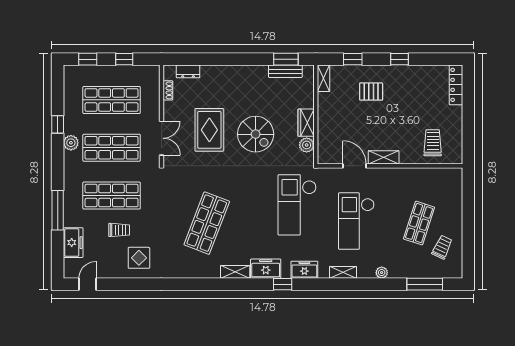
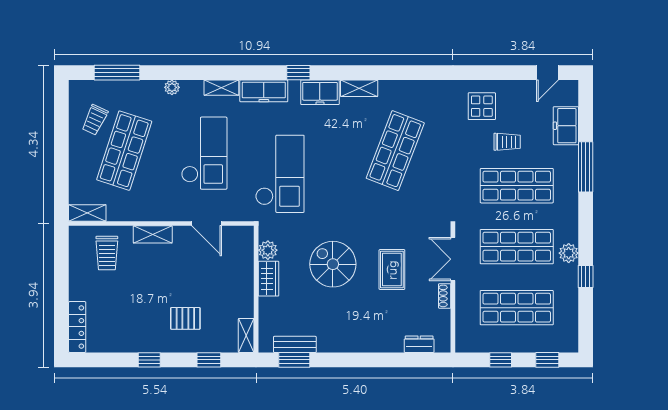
shoe rack: (168, 90) -> (445, 296), moved
rug: (209, 130) -> (392, 270), width x0.73, depth x0.70
shelving: (384, 157) -> (153, 234), moved
shelving: (448, 174) -> (87, 213), added
shop shelf: (419, 223) -> (124, 151), width x1.43, depth x1.36
trolley: (119, 230) -> (507, 142), turned 180
freezer: (304, 270) -> (264, 91), width x1.40

